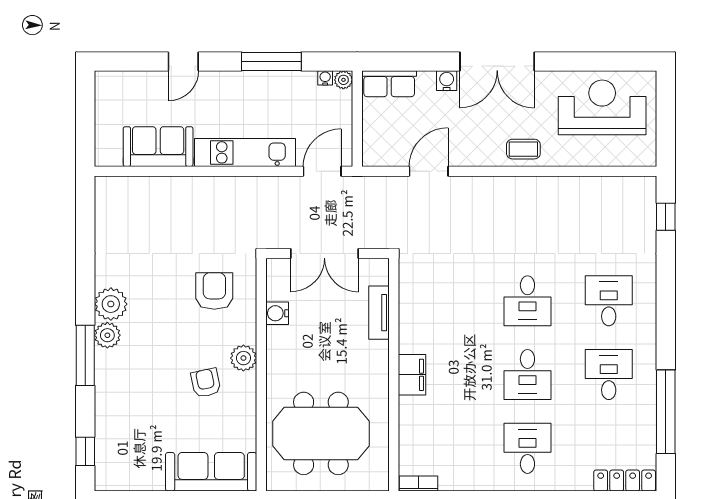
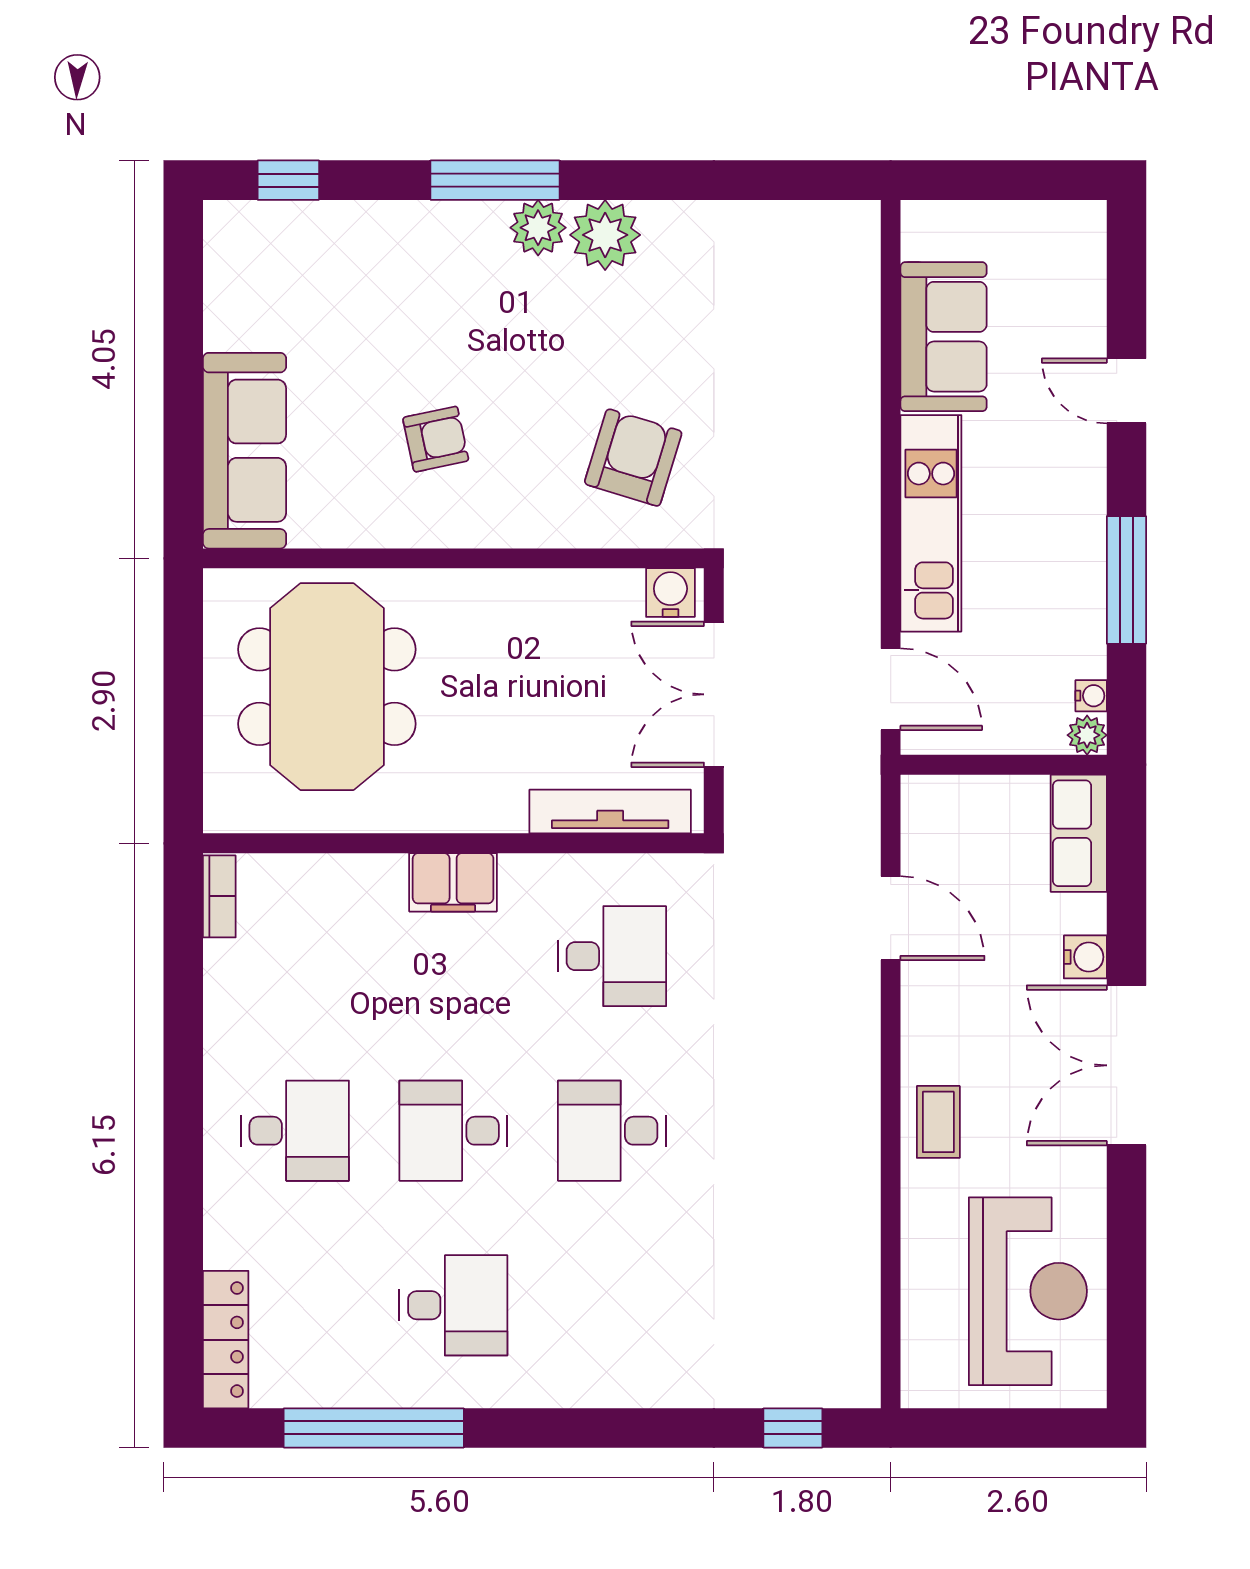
armchair: (214, 291) -> (633, 458), turned -73
desk: (609, 301) -> (612, 956), moved
water cooler: (277, 313) -> (670, 593), moved
tv unit: (379, 313) -> (610, 812), width x1.41
plant: (243, 358) -> (489, 520), removed

